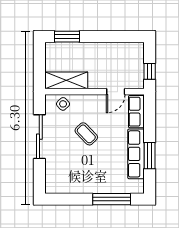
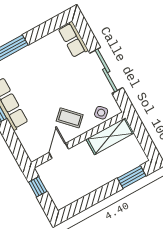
row of seats: (136, 112) -> (73, 40), moved, turned 180
coffee table: (86, 134) -> (70, 118), moved

